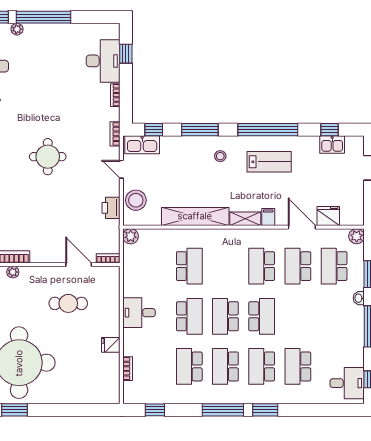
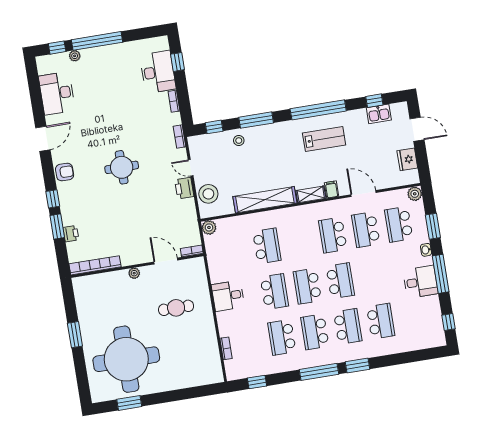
kitchen sink: (142, 145) -> (206, 142), removed
stool: (220, 156) -> (239, 141), moved
printer: (111, 208) -> (184, 188), moved
fridge: (328, 216) -> (407, 159), moved, turned -90
plant: (13, 272) -> (134, 273), moved
cafe table: (68, 303) -> (176, 308), moved
fridge: (111, 345) -> (207, 329), removed
school desk: (262, 366) -> (348, 326), turned 180
school desk: (298, 366) -> (381, 321), turned 180
desk: (347, 383) -> (420, 282), moved

